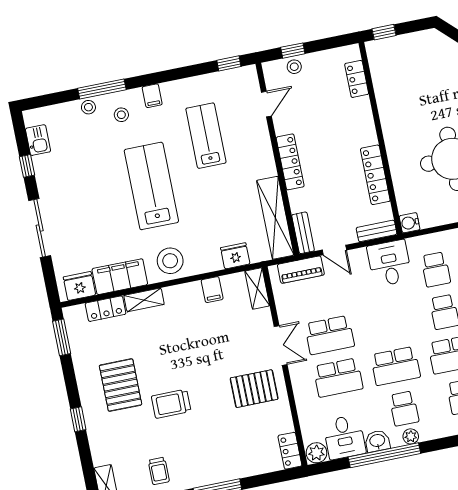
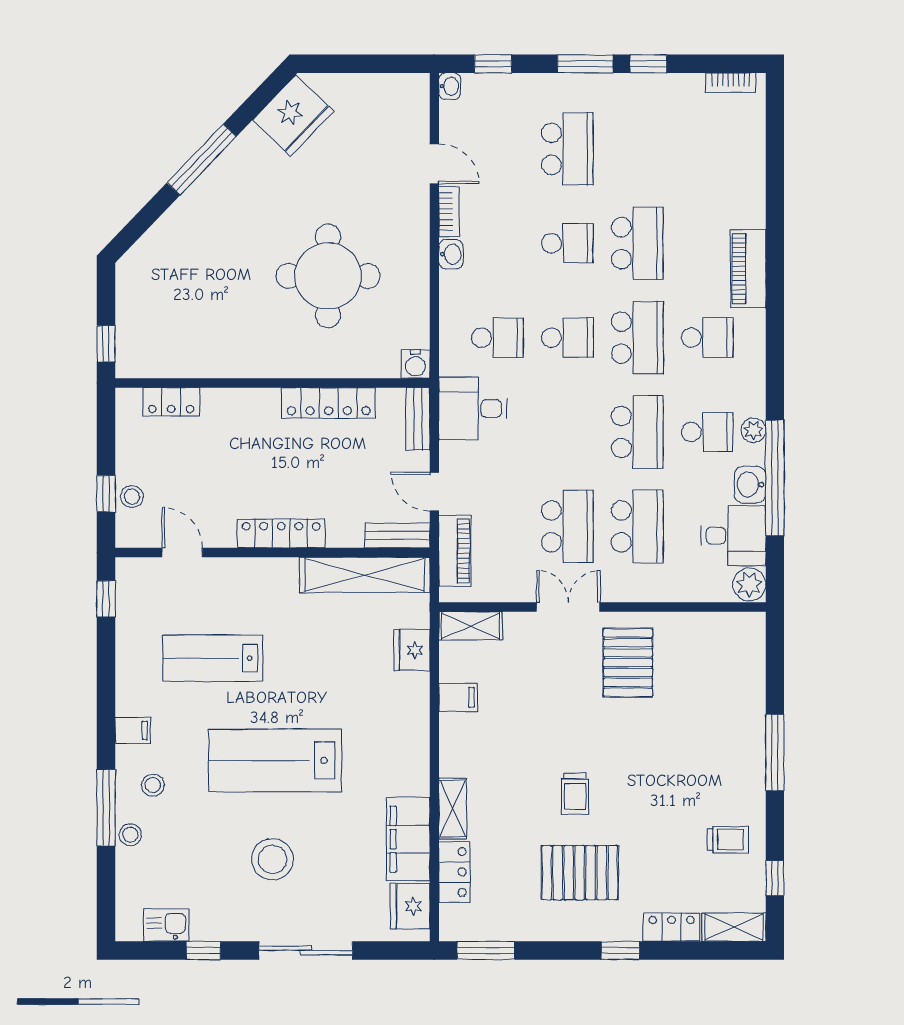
door: (334, 250) -> (434, 492), swing flipped
stool: (170, 261) -> (272, 859), moved
trolley: (171, 404) -> (575, 794), moved, width x0.73, depth x0.72
locker: (290, 451) -> (672, 927), moved, turned 180

